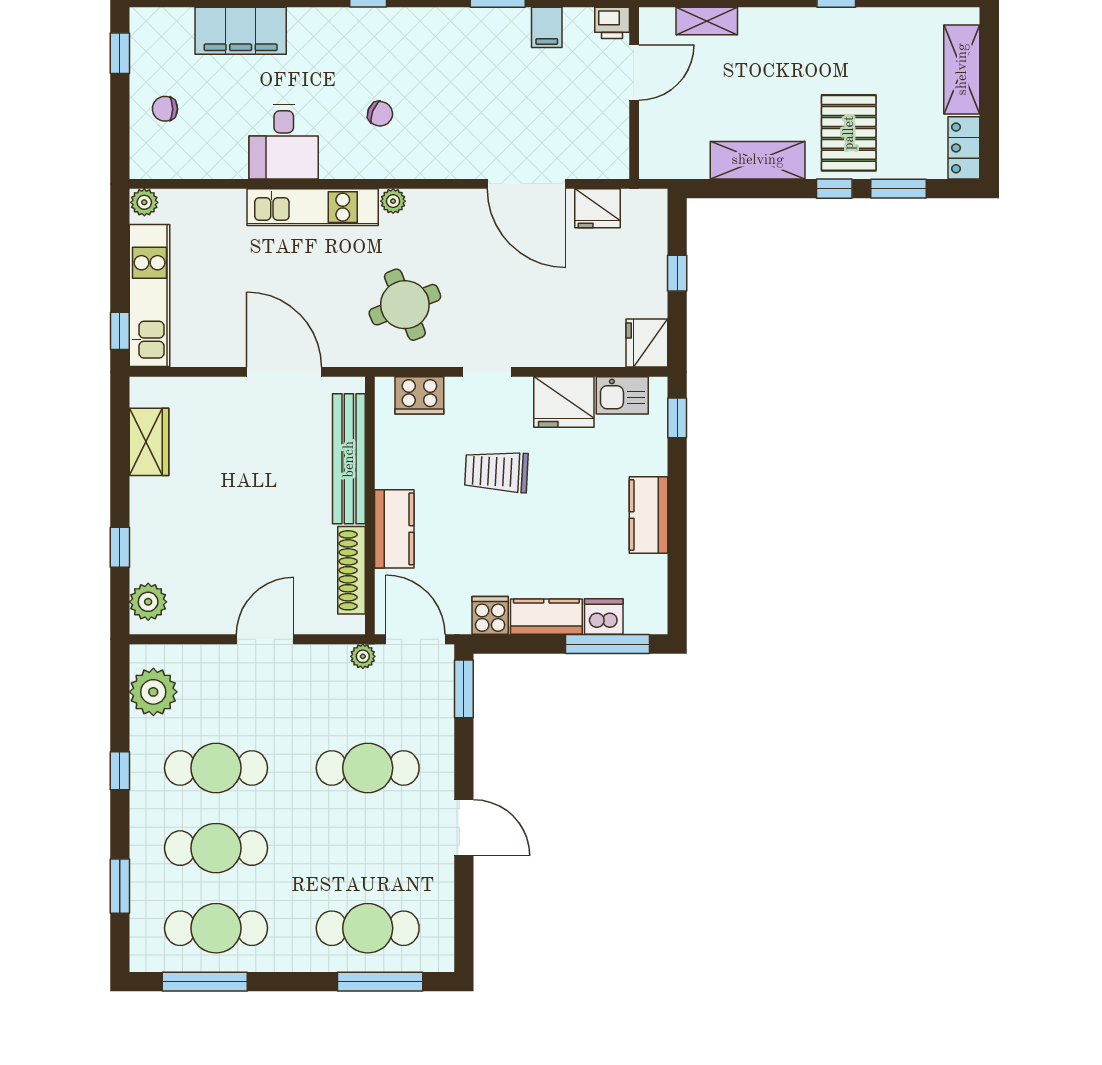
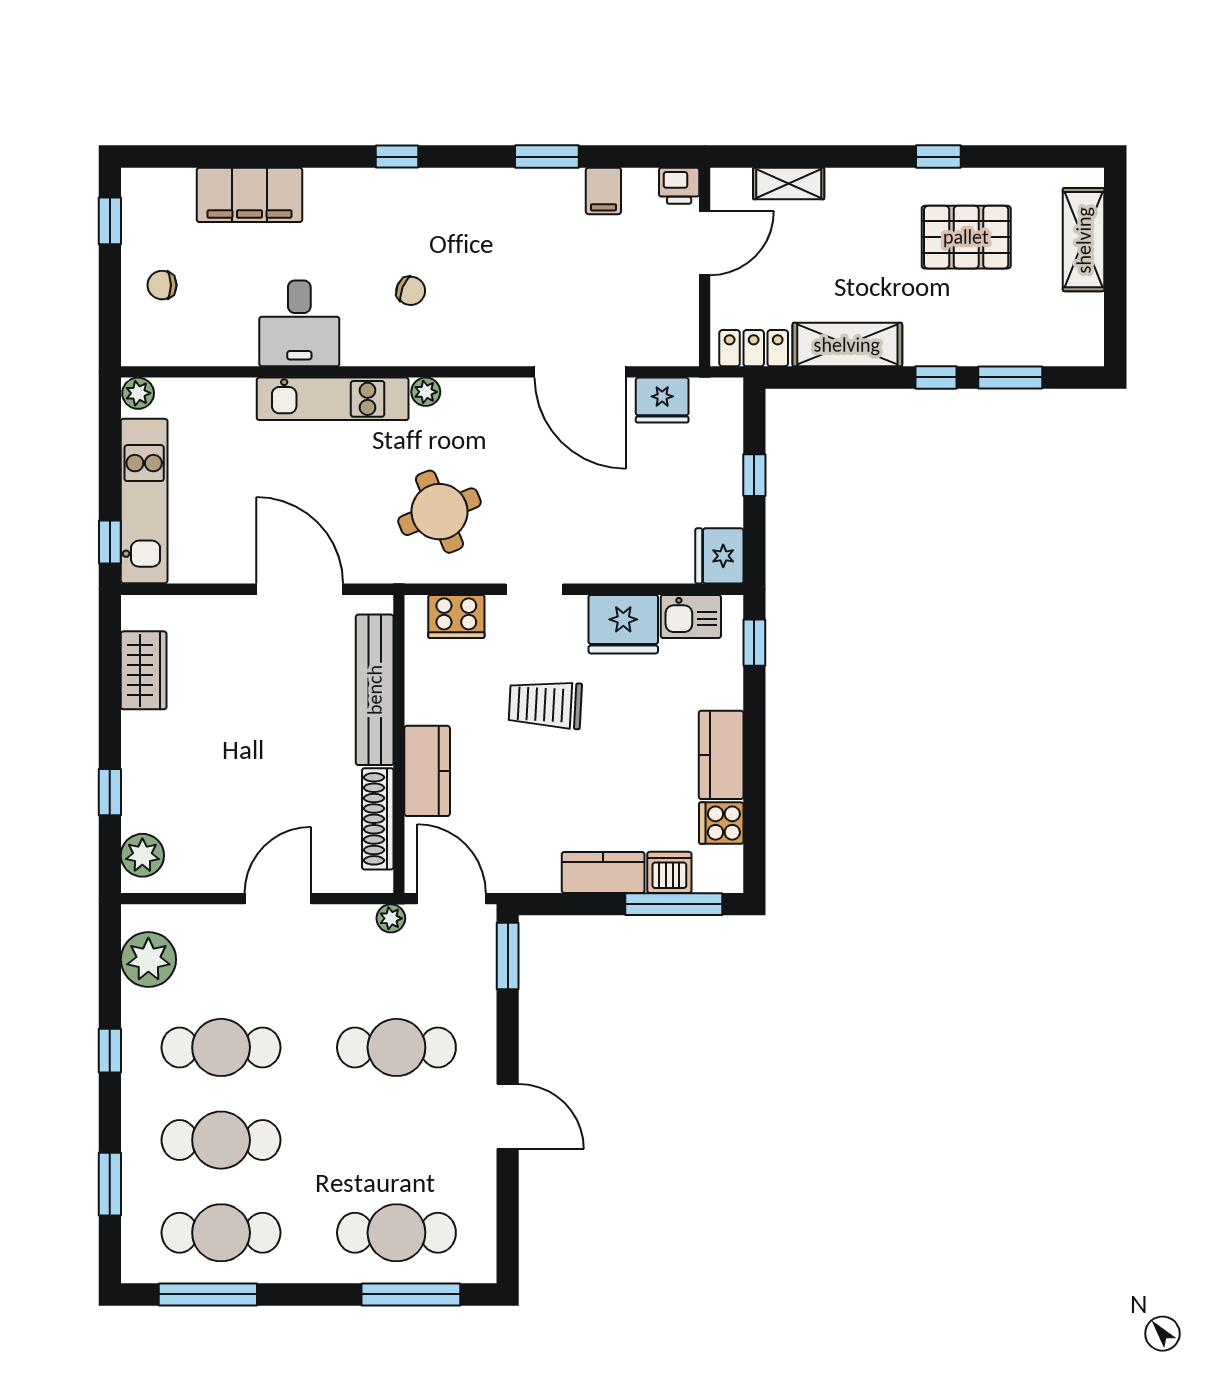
pallet: (849, 133) -> (966, 237), moved, turned 90
locker: (964, 148) -> (754, 348), moved, turned 90
cooker: (490, 615) -> (721, 823), moved, turned -90

